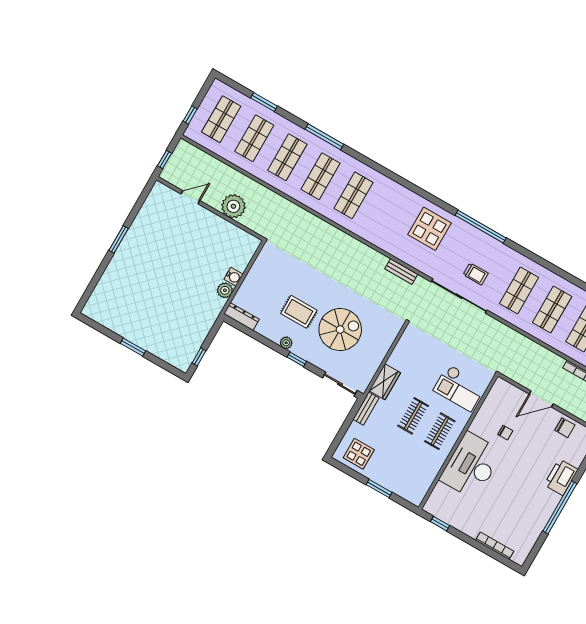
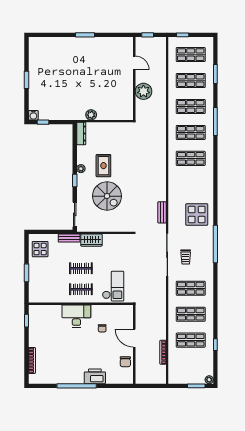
water cooler: (233, 277) -> (33, 115), moved
checkout: (460, 388) -> (113, 286), turned 180
desk: (471, 466) -> (76, 316), width x0.73, depth x0.77

